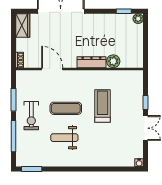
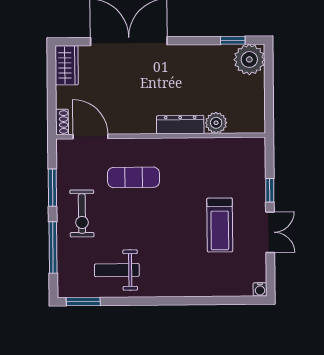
plant: (138, 19) -> (249, 59), width x1.88, depth x1.88
door: (52, 69) -> (91, 137), moved
treadmill: (103, 106) -> (220, 225), moved, turned 180
exercise mat: (66, 108) -> (134, 177), moved
weight bench: (64, 138) -> (117, 270), moved

